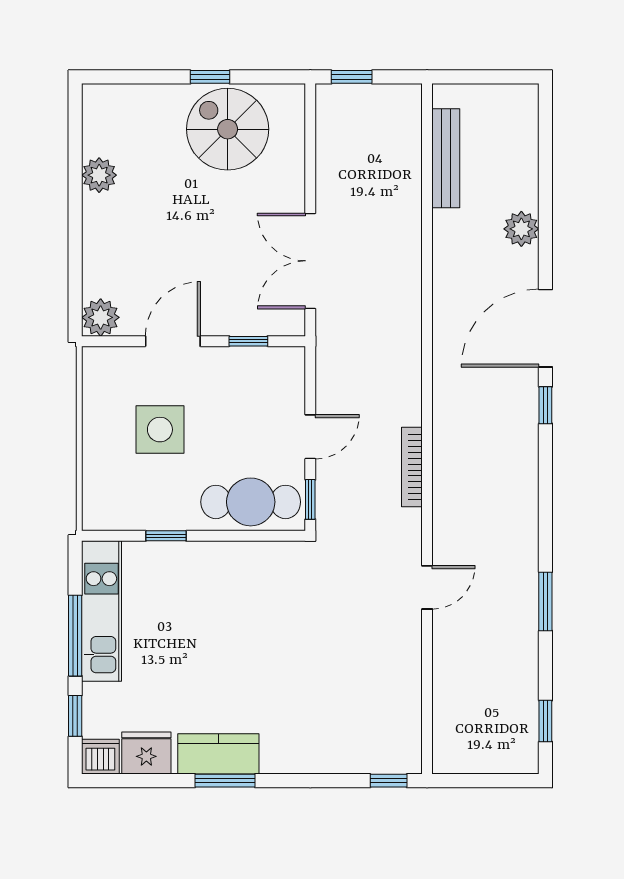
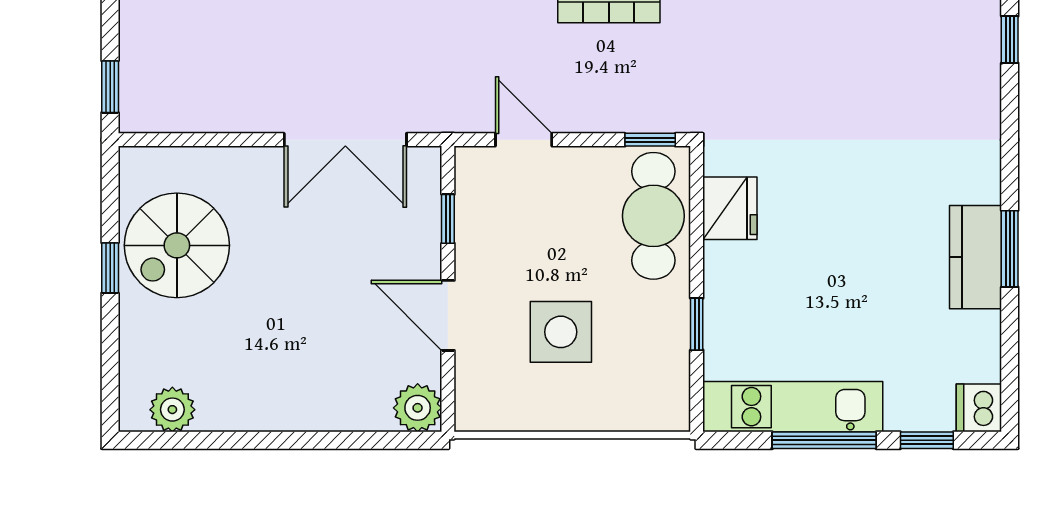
plant: (99, 175) -> (172, 410), moved
door: (310, 437) -> (524, 140), moved
fridge: (146, 753) -> (730, 208), moved, turned 180

